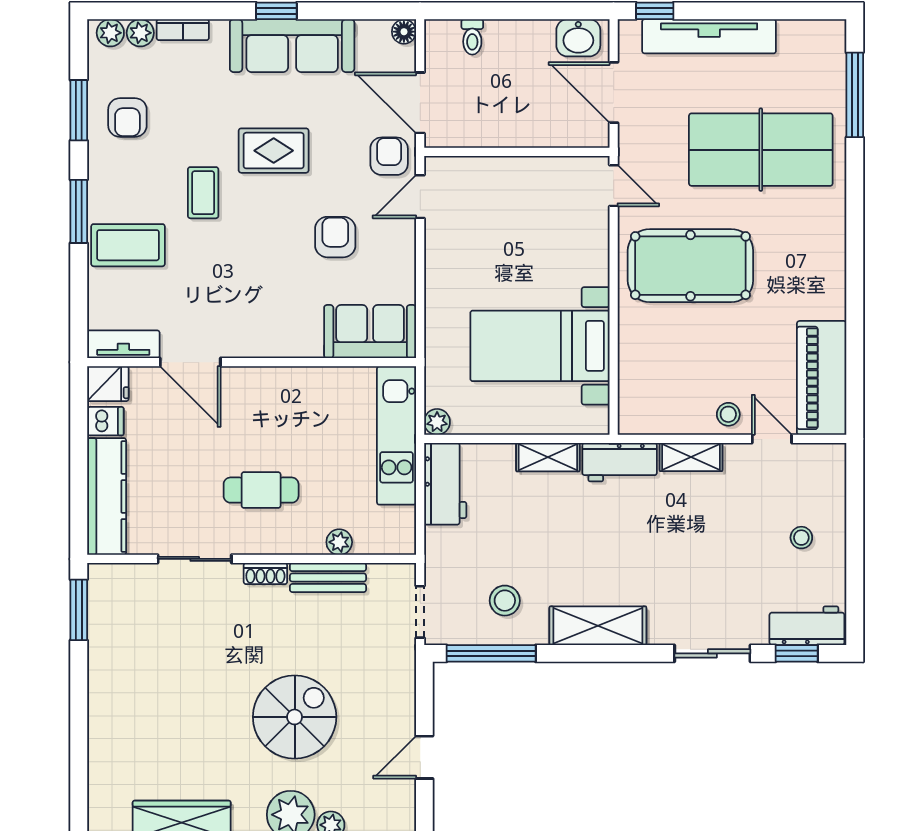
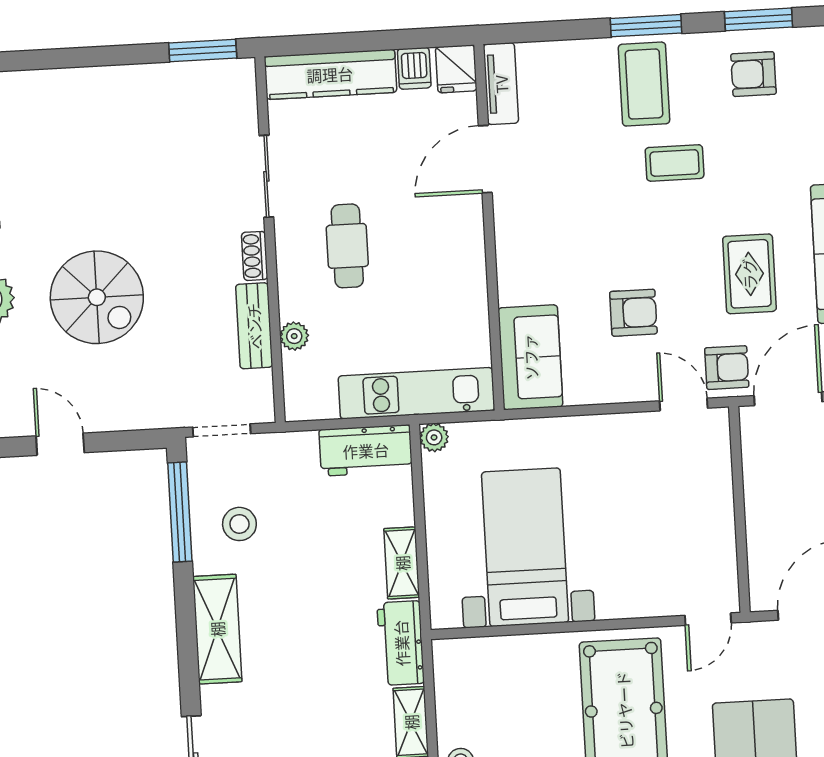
rug: (274, 151) -> (749, 274), moved
coffee table: (128, 245) -> (644, 84), moved

